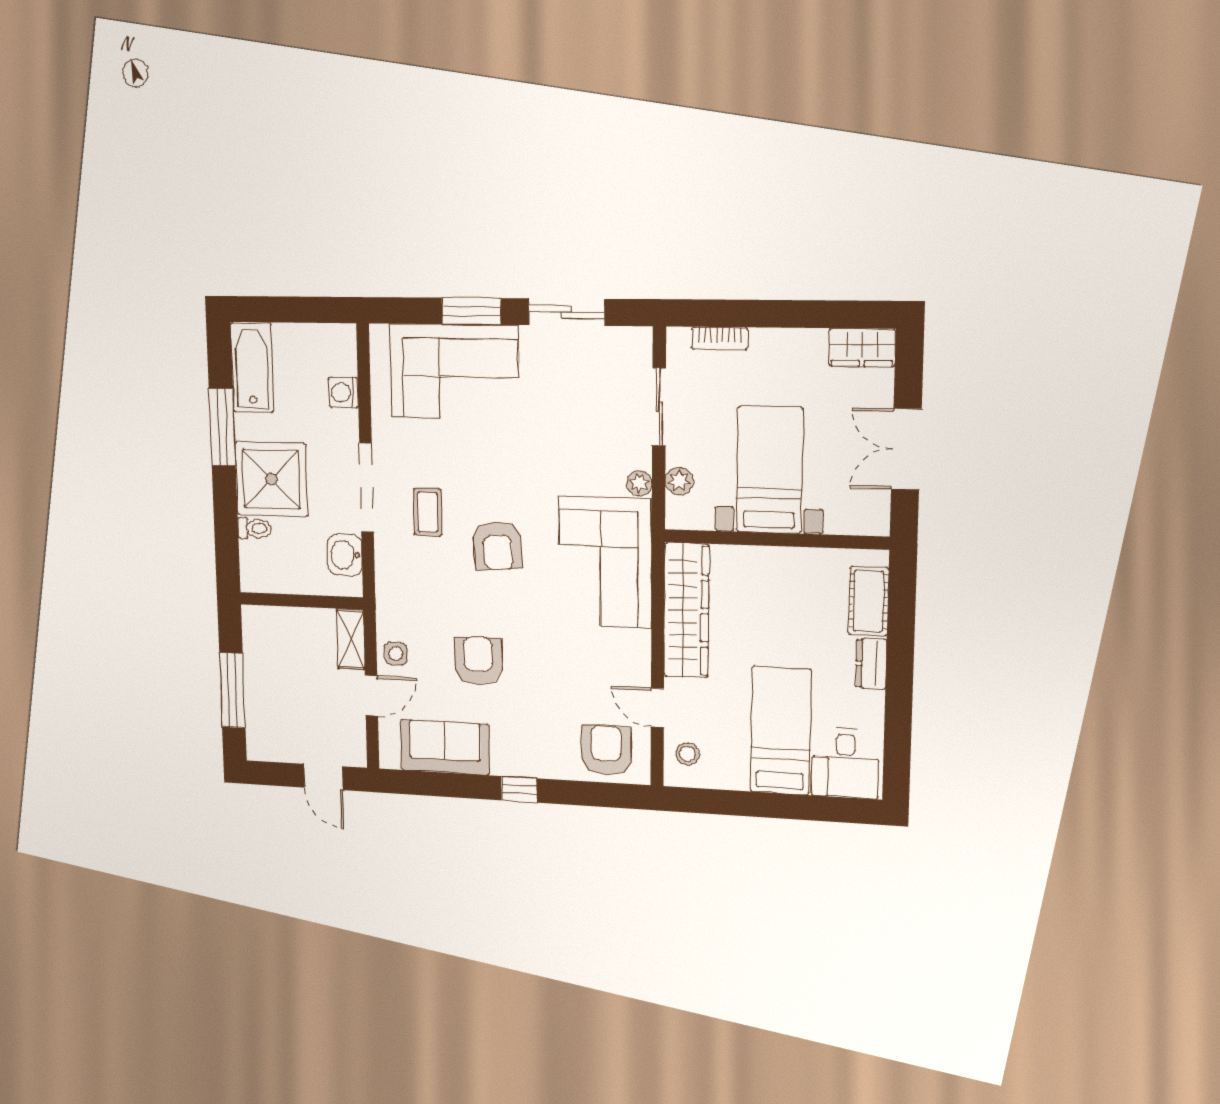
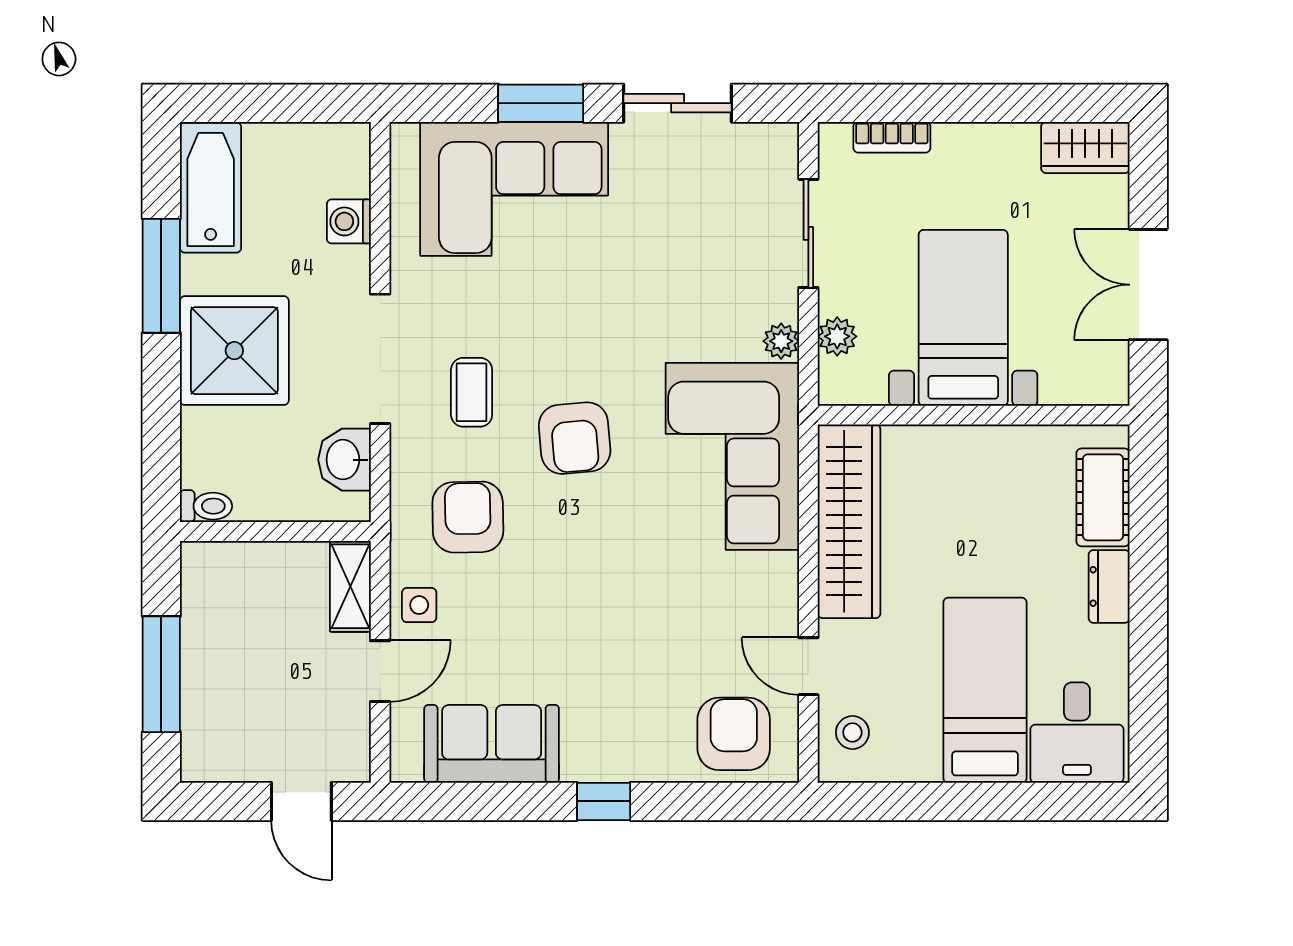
toilet: (255, 528) -> (206, 506), moved
armchair: (478, 661) -> (468, 517), moved

